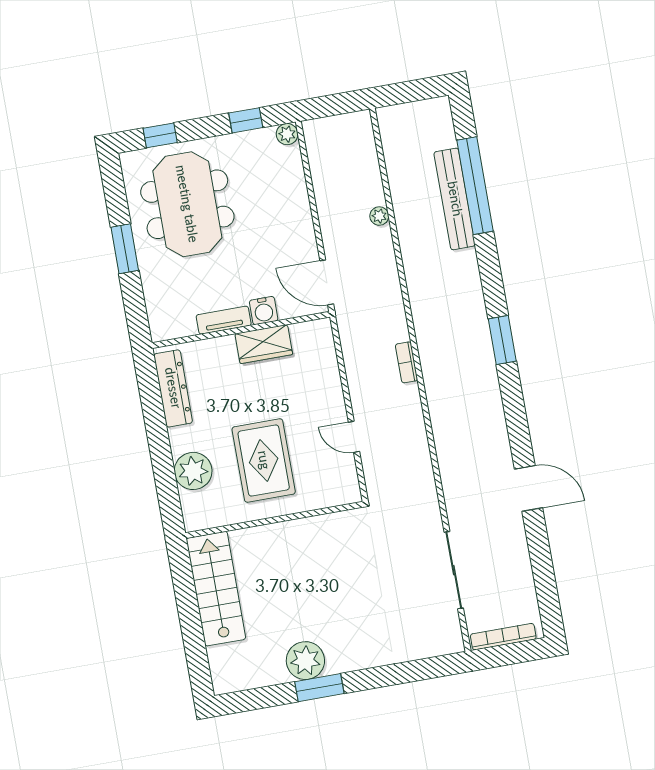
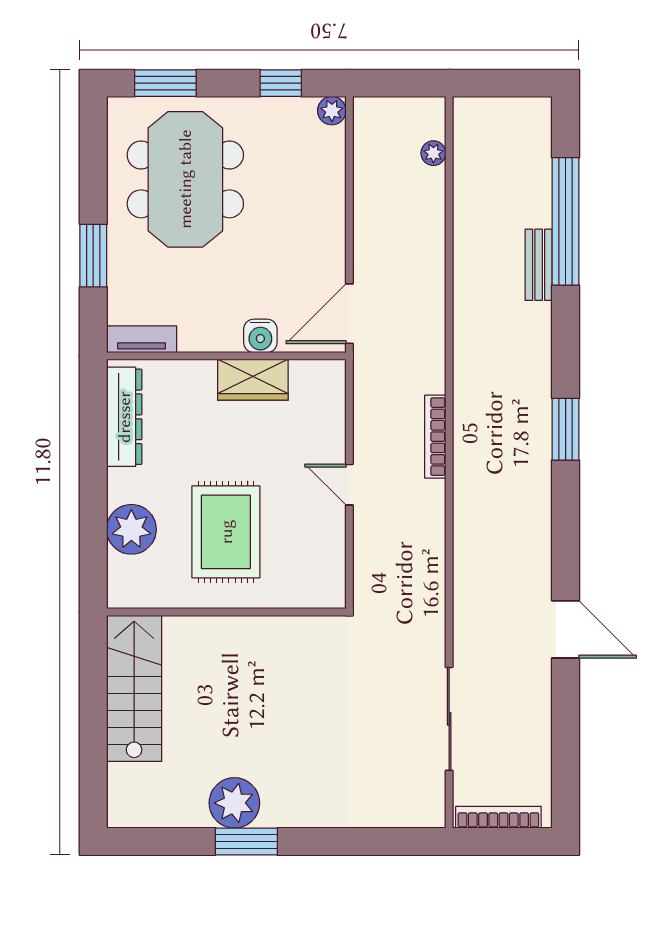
window: (160, 135) -> (165, 83), width x1.50
bench: (455, 199) -> (539, 265), width x0.54, depth x0.82
plant: (379, 216) -> (433, 153), moved
window: (125, 249) -> (93, 256), moved
door: (327, 282) -> (349, 314), hinge flipped
tv unit: (224, 320) -> (142, 339), moved
bookcase: (406, 362) -> (435, 437), width x1.56
door: (354, 437) -> (349, 485), moved

